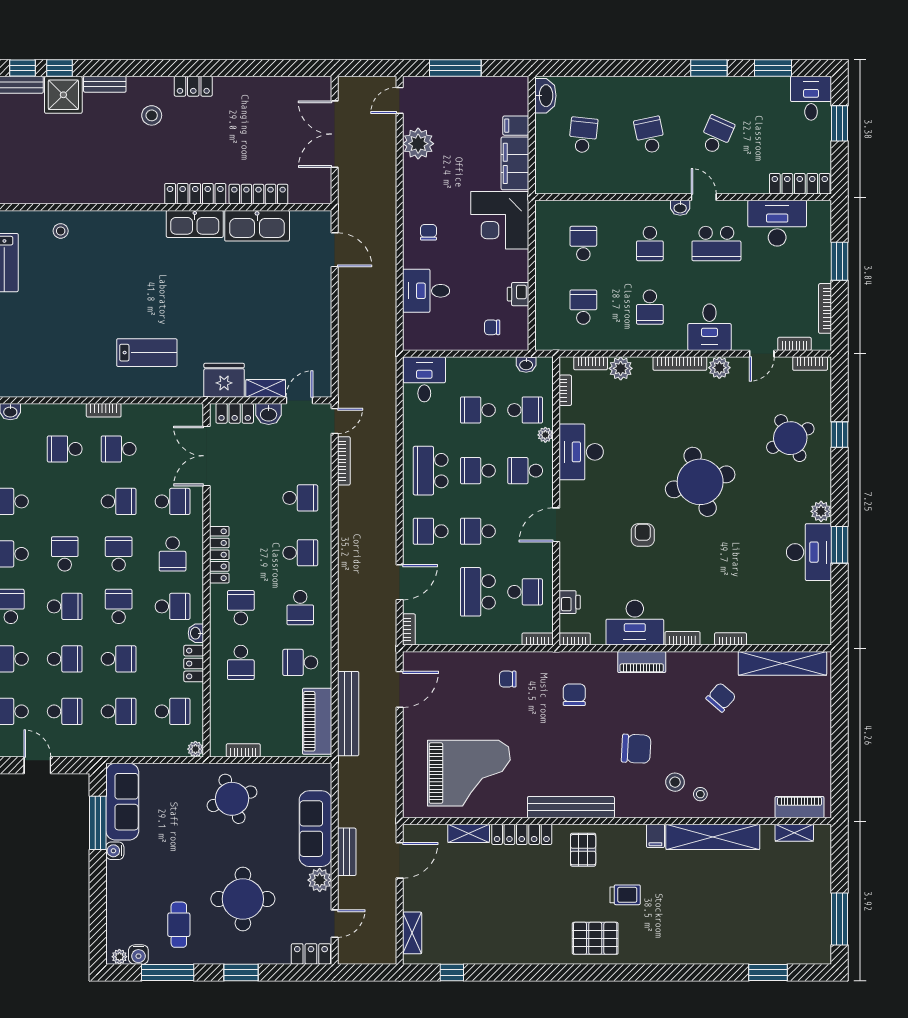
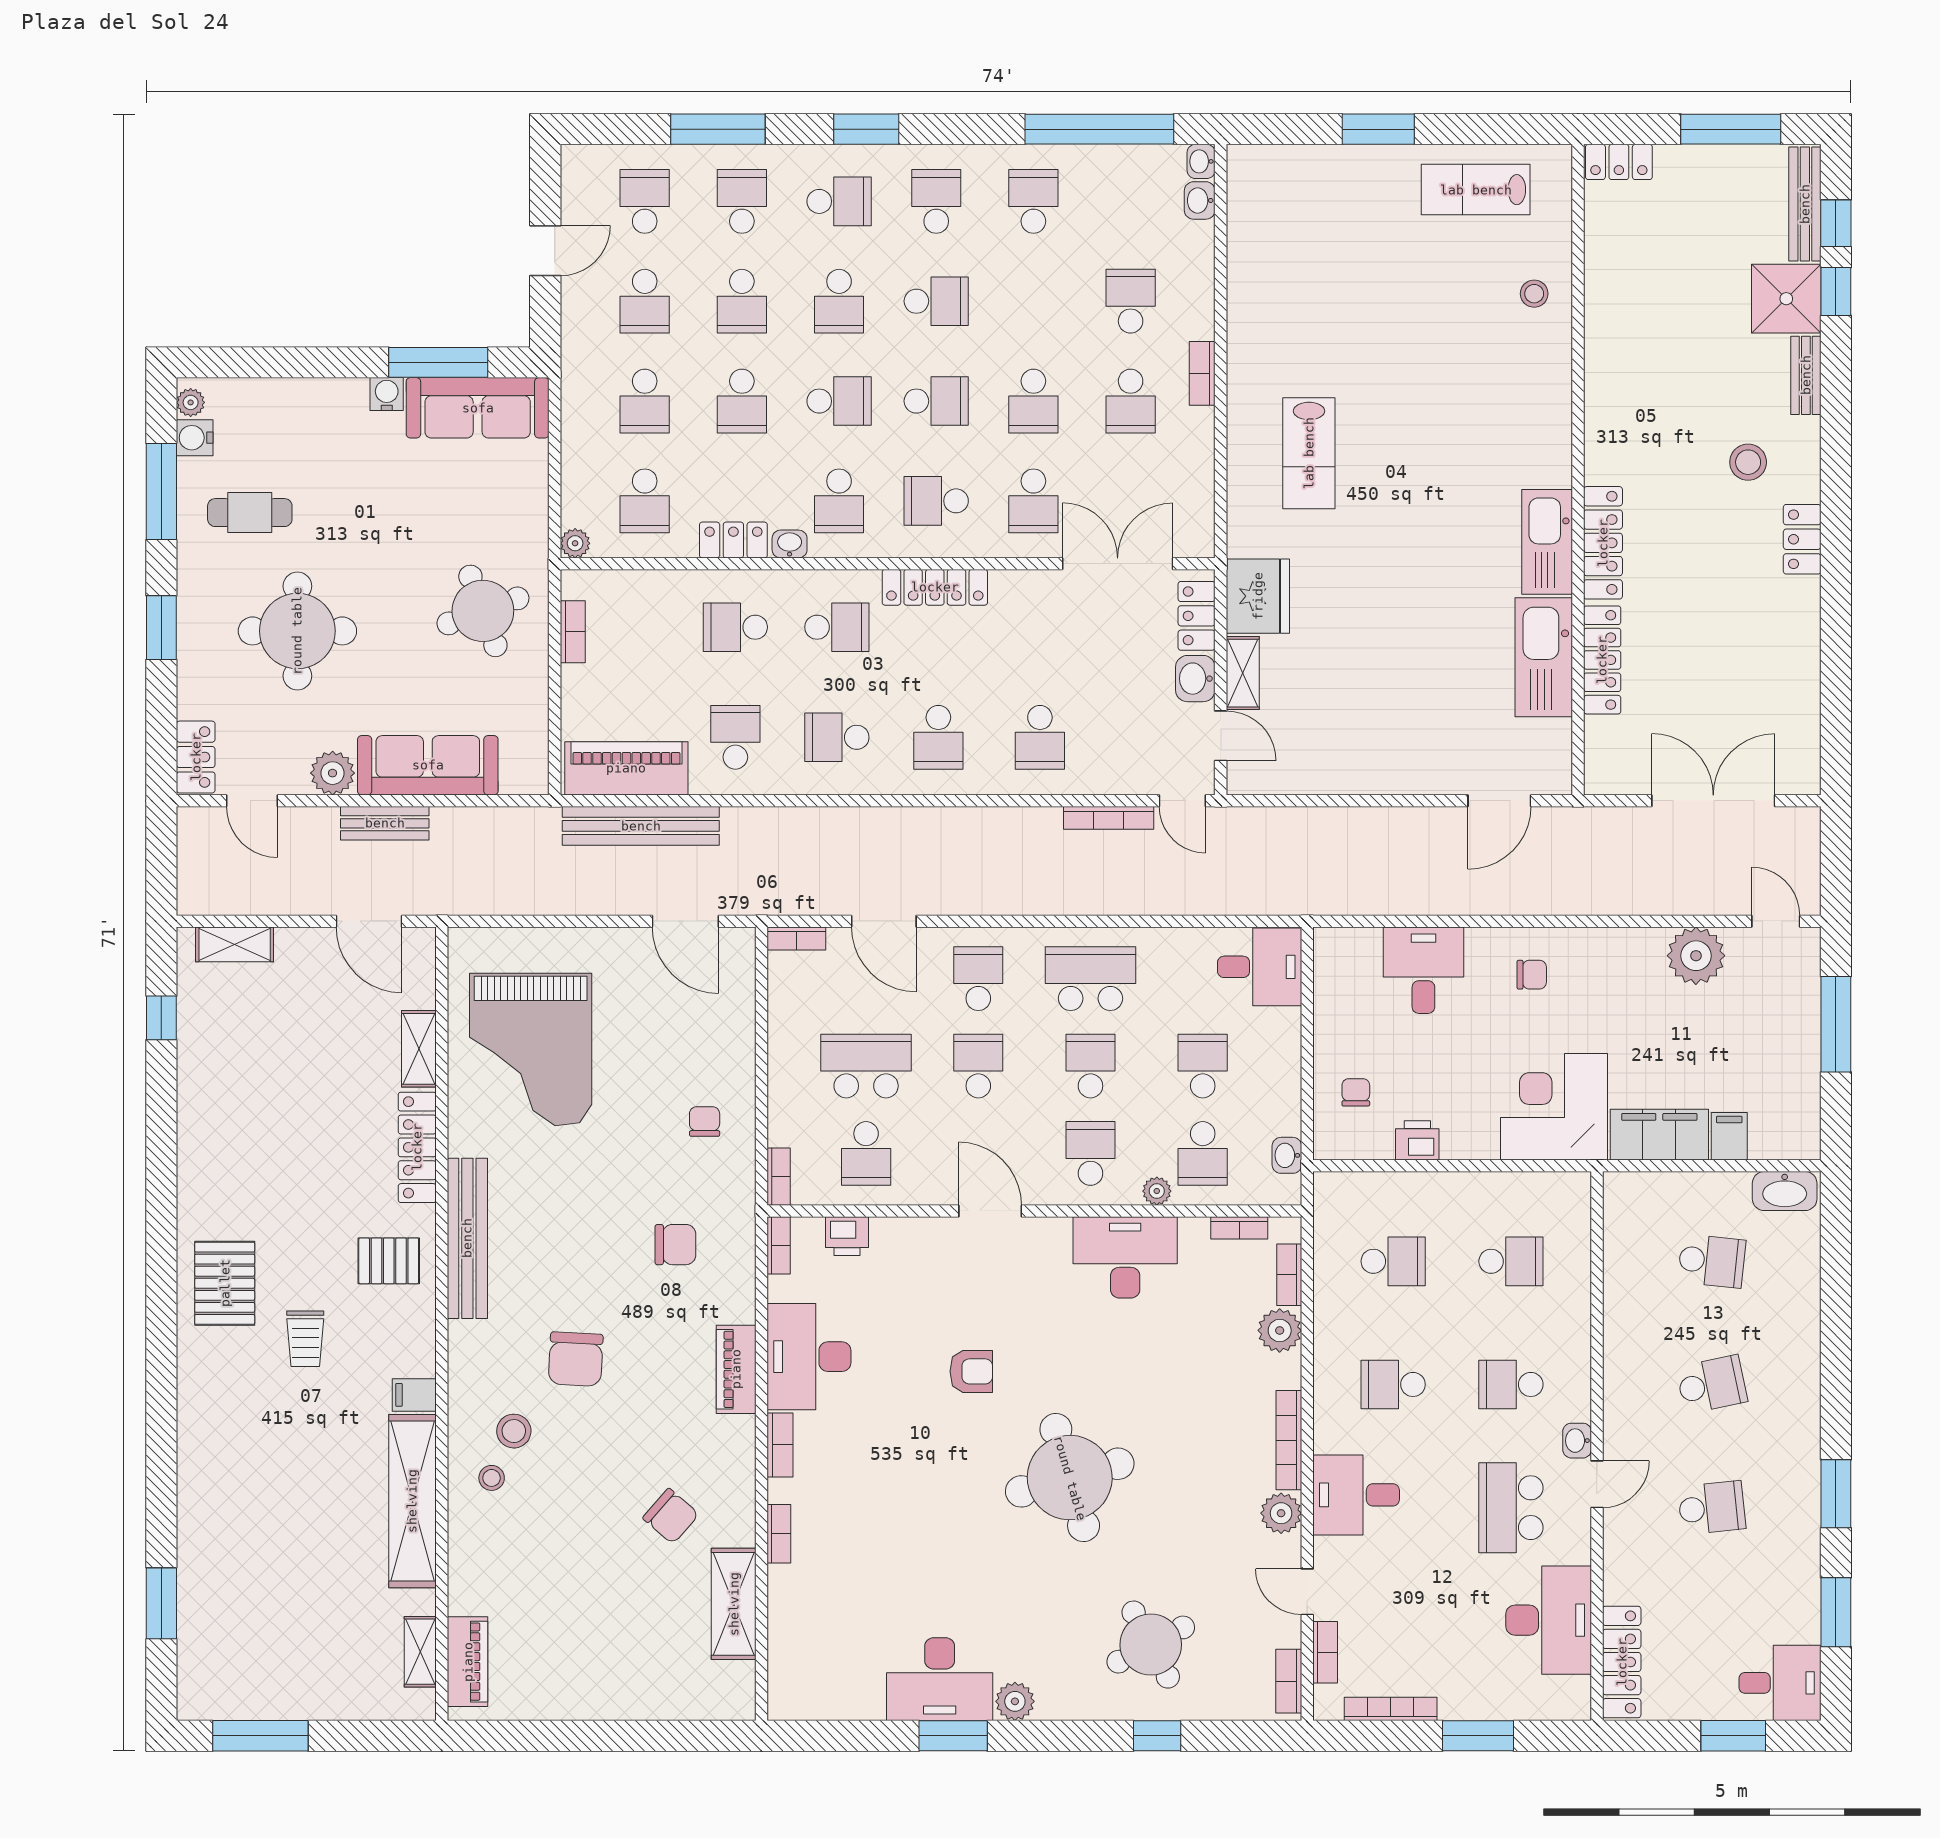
school desk: (716, 135) -> (1712, 1508), turned -30
school desk: (119, 449) -> (1131, 401), turned 180
shelving: (782, 663) -> (734, 1604), width x0.68

